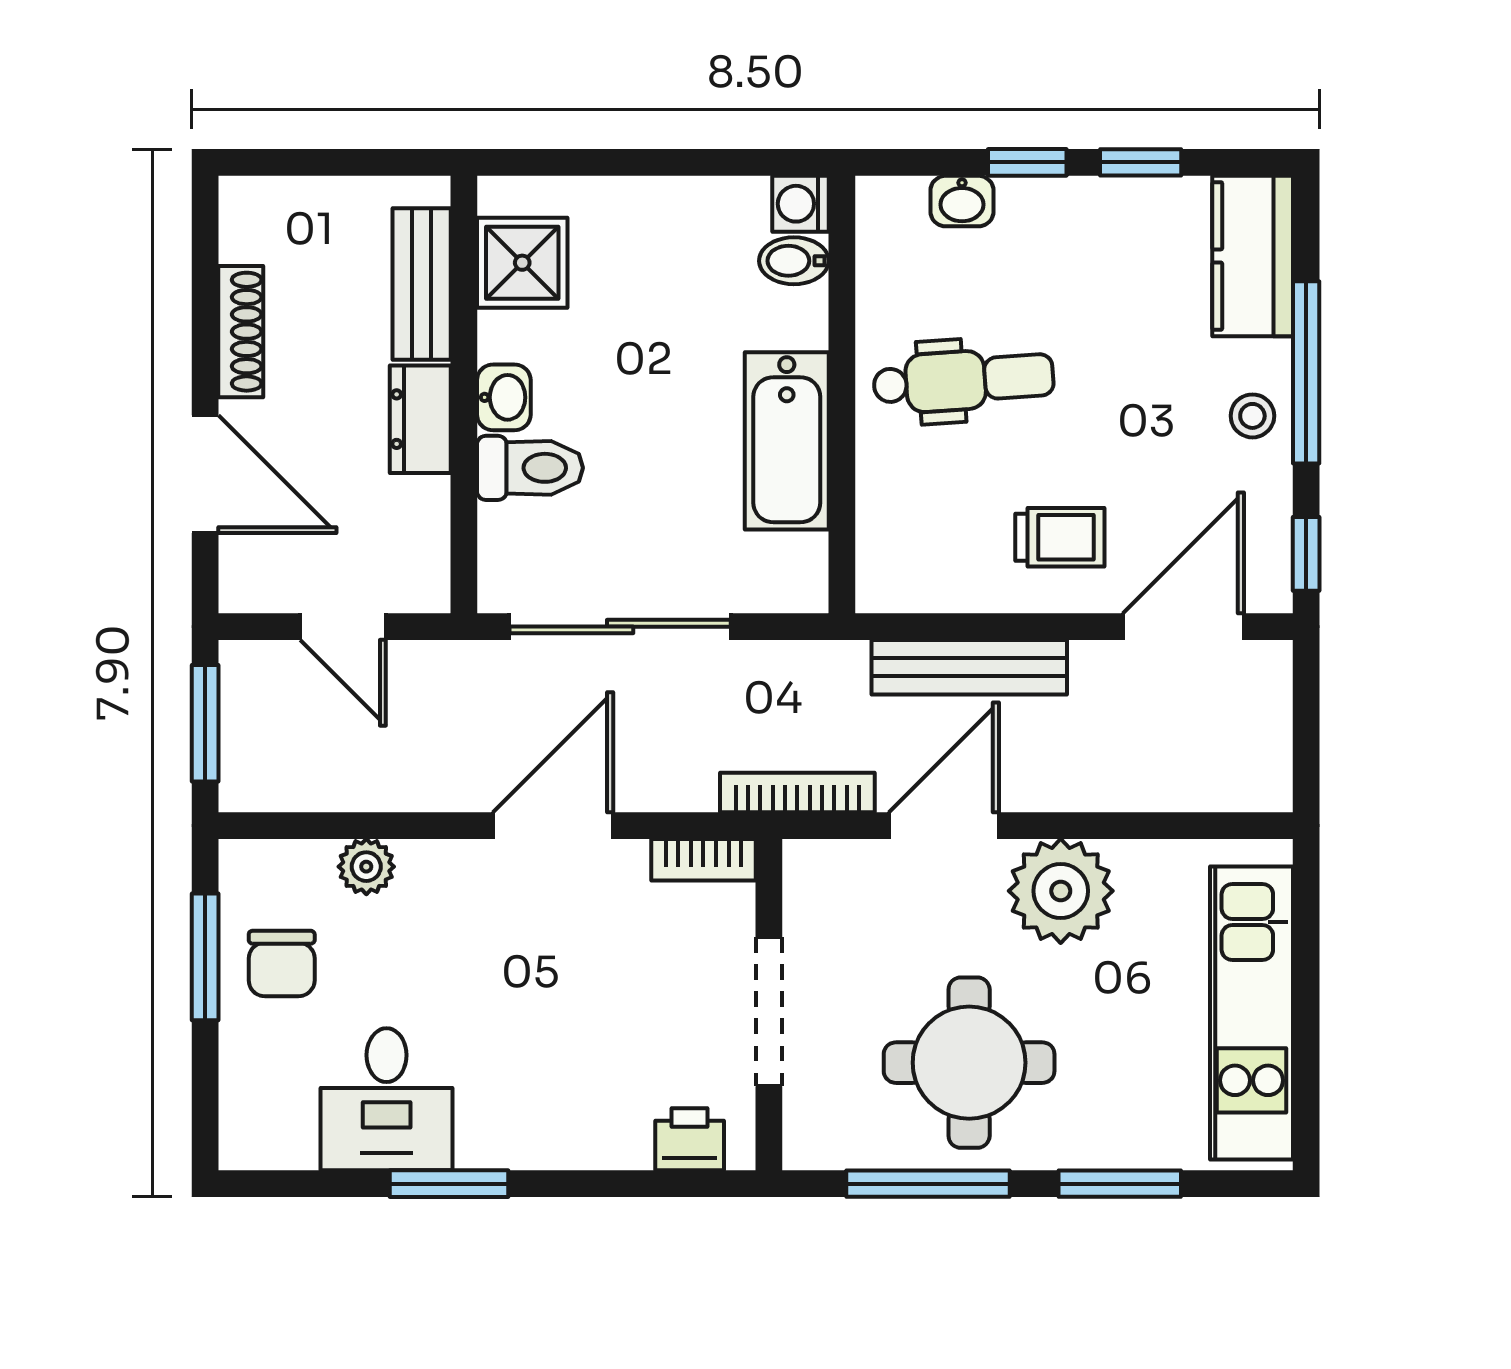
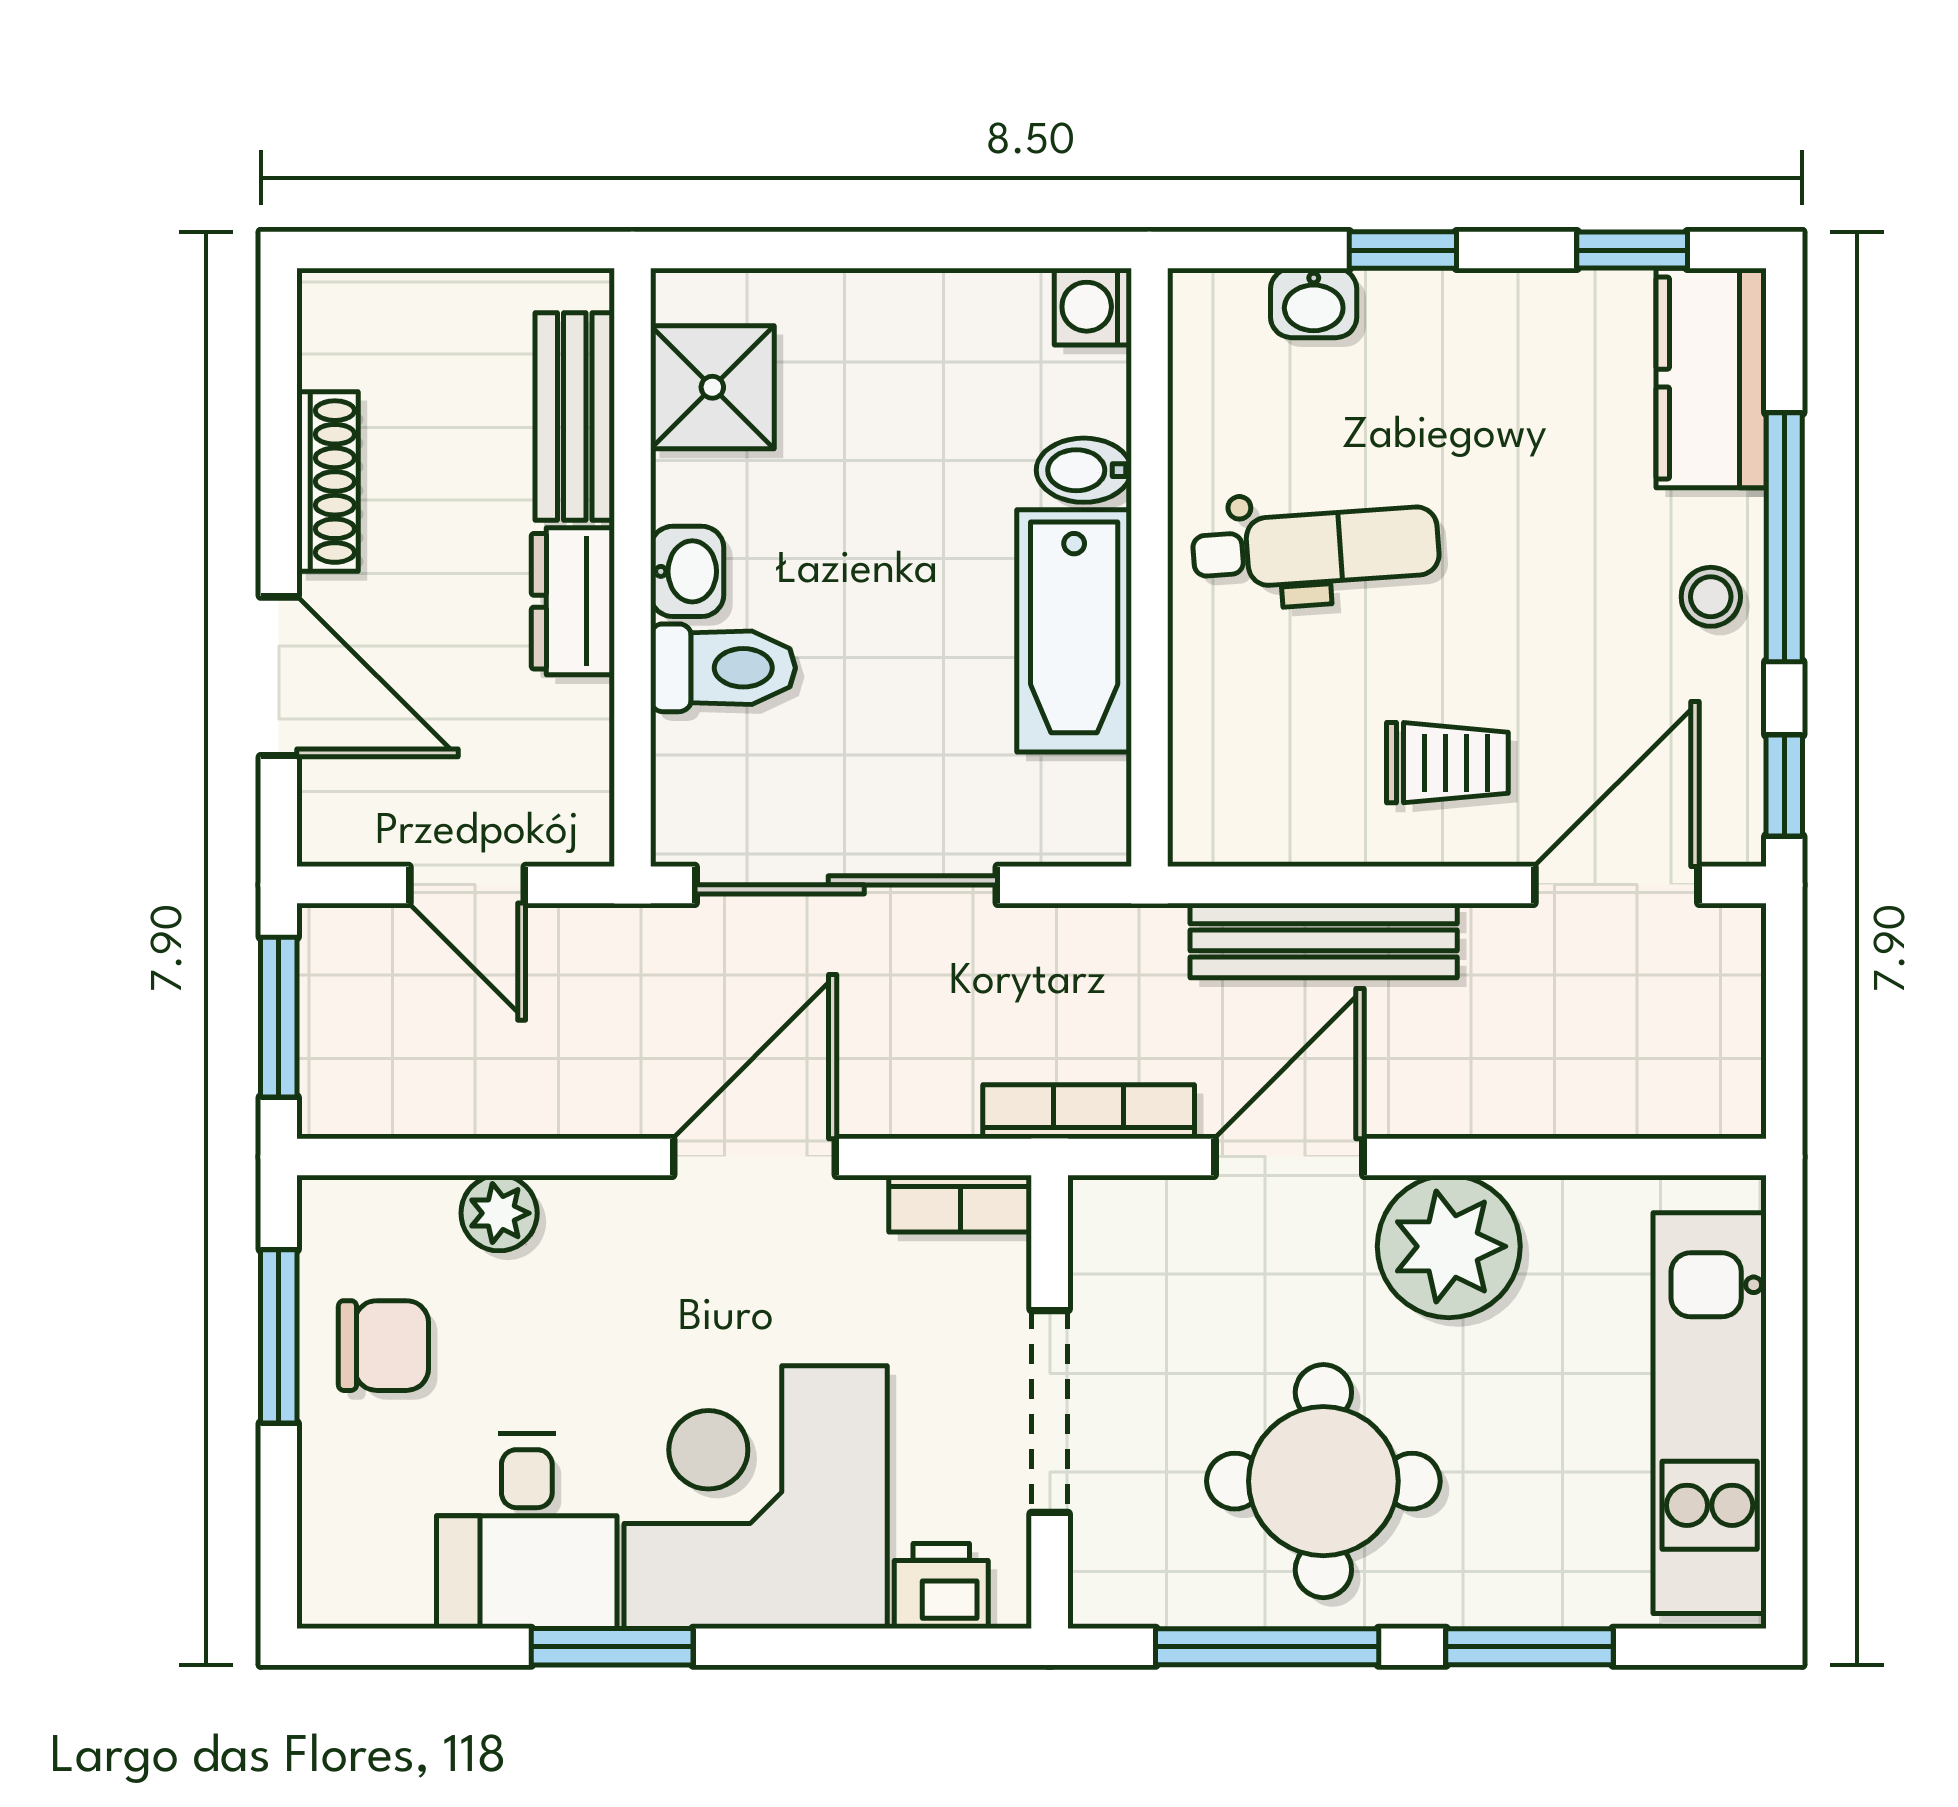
window: (1141, 162) -> (1632, 250), moved
bidet: (794, 261) -> (1084, 470), moved
chair: (282, 963) -> (383, 1346), turned -90
corner desk: (554, 1074) -> (756, 1497), added

